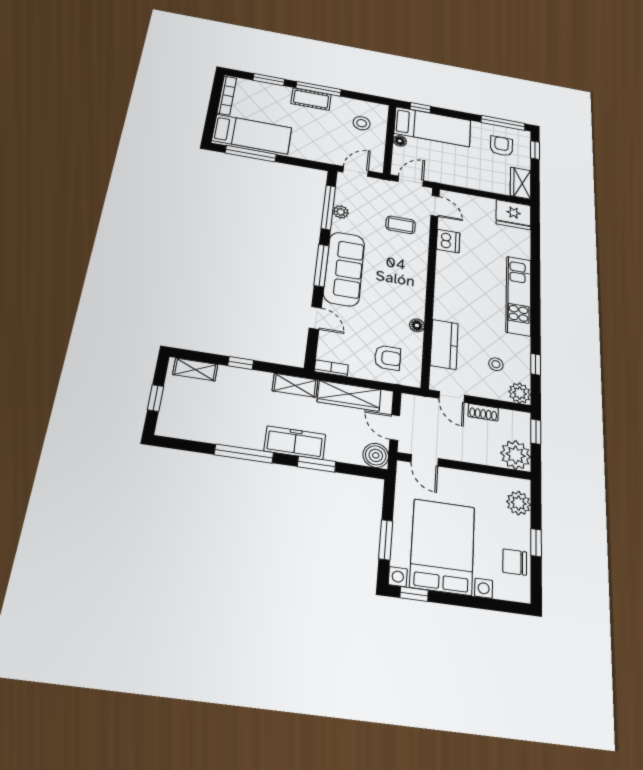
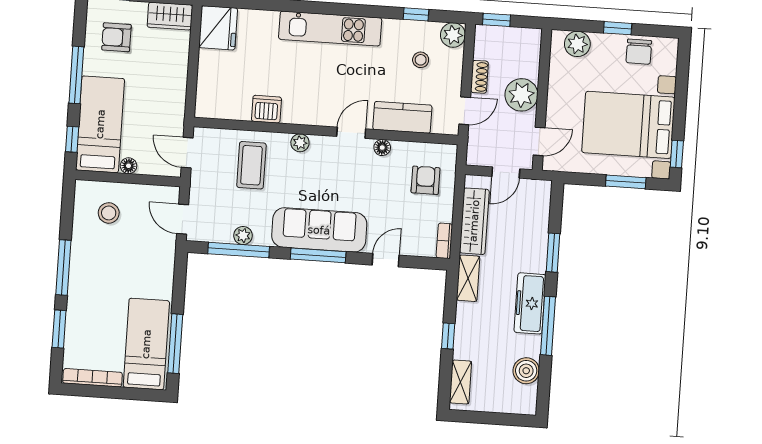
cot: (311, 99) -> (81, 276), removed
window: (503, 123) -> (76, 75), moved
door: (435, 206) -> (351, 133), moved
coffee table: (401, 225) -> (251, 165), width x1.36, depth x1.30
plant: (420, 262) -> (300, 143), added
window: (155, 398) -> (496, 418), removed
freezer: (295, 443) -> (530, 303), moved
boiler: (376, 455) -> (526, 371), moved
plant: (516, 455) -> (521, 95), moved

